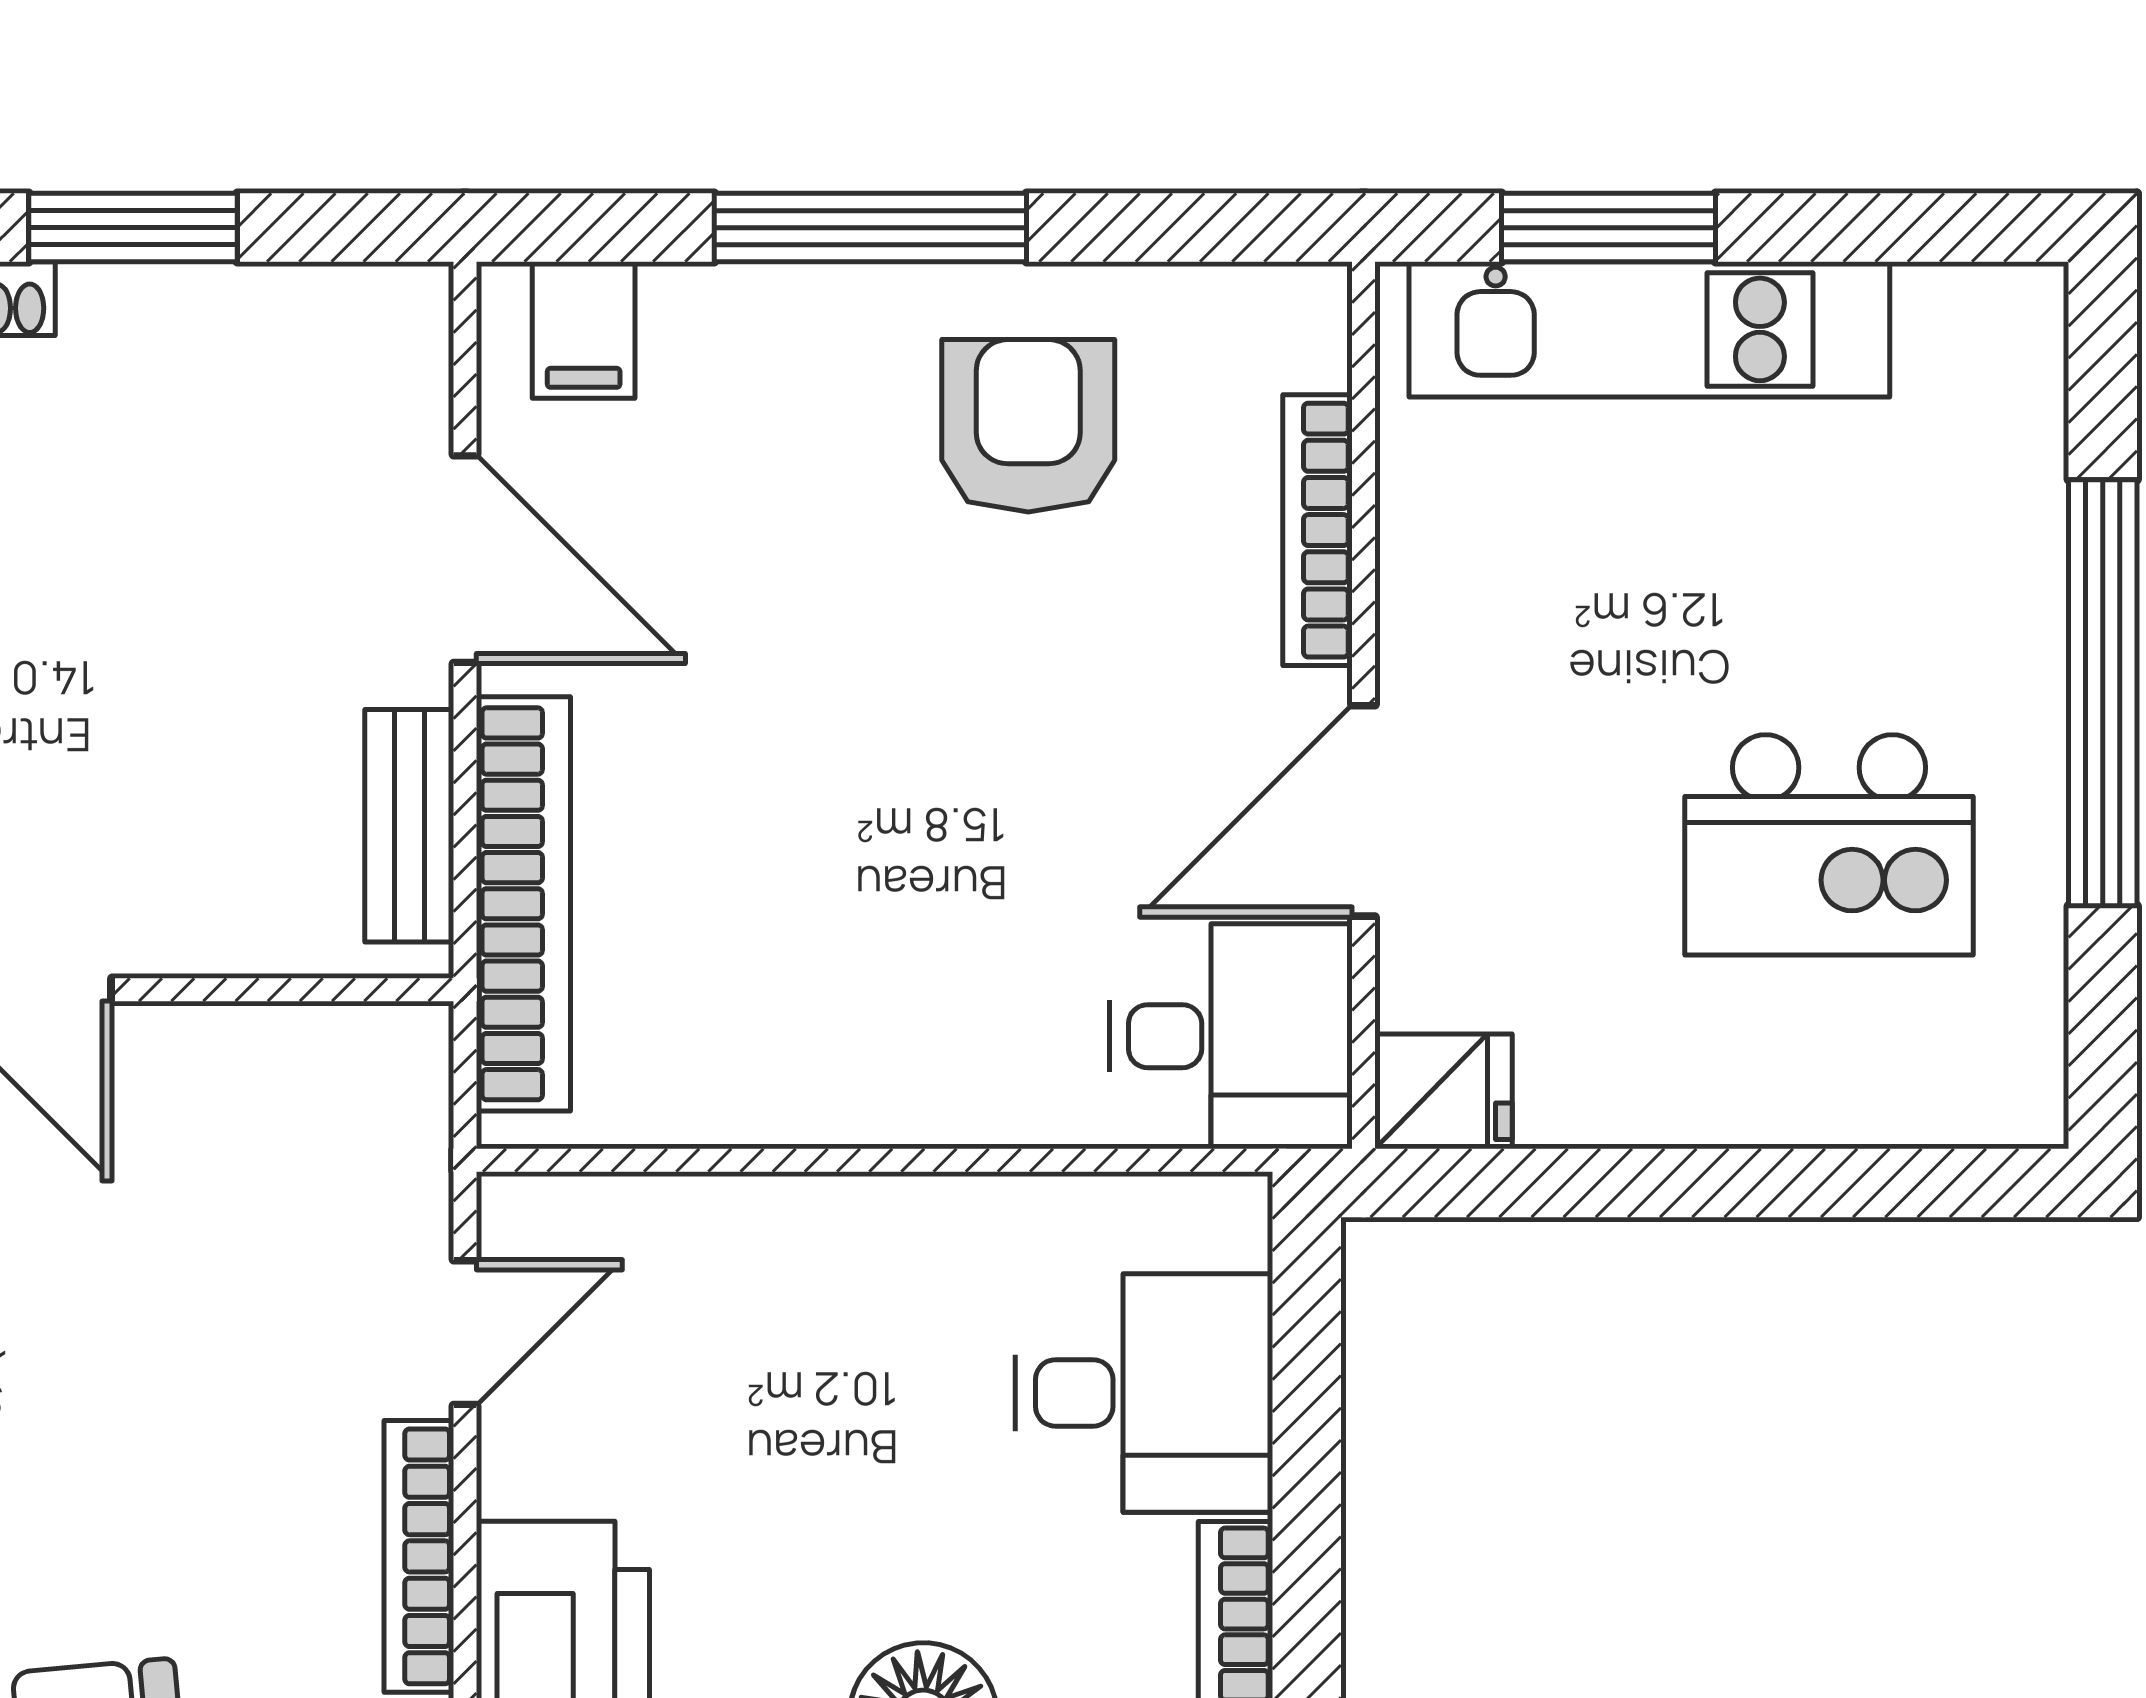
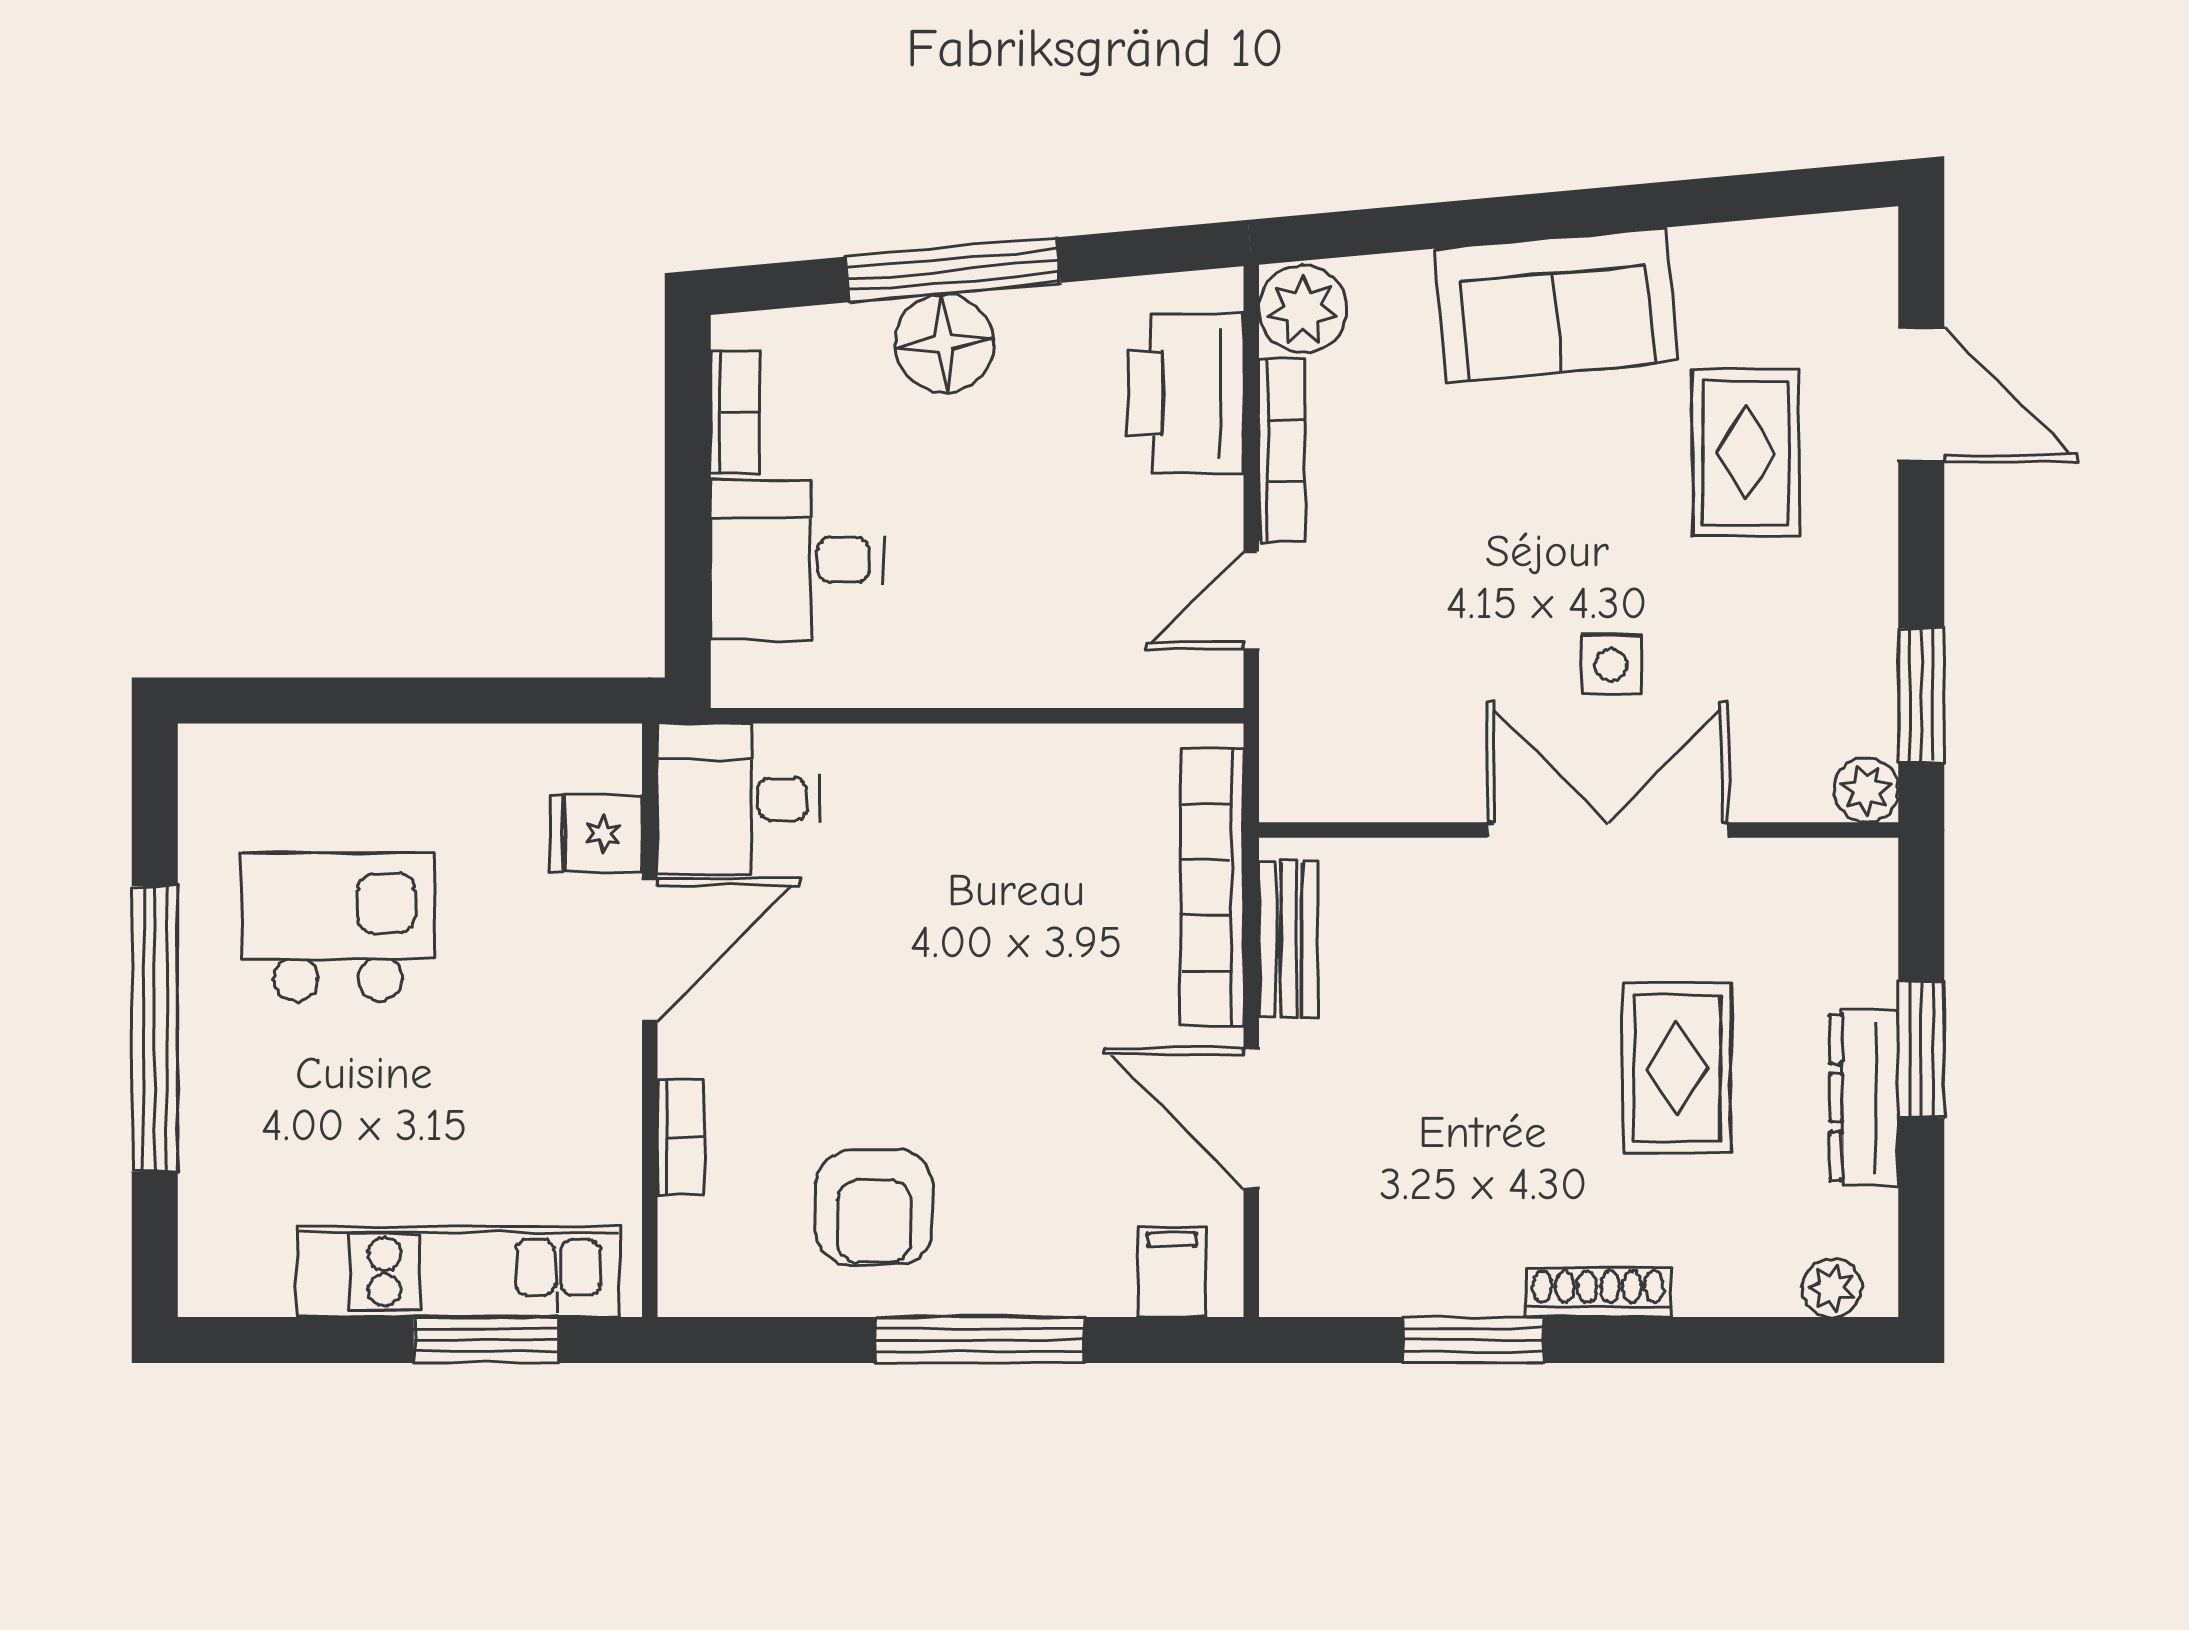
bookcase: (1318, 530) -> (681, 1138), width x0.64
fridge: (1444, 1091) -> (596, 834), moved

